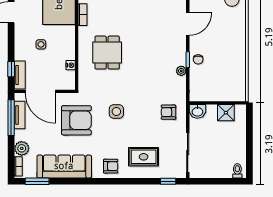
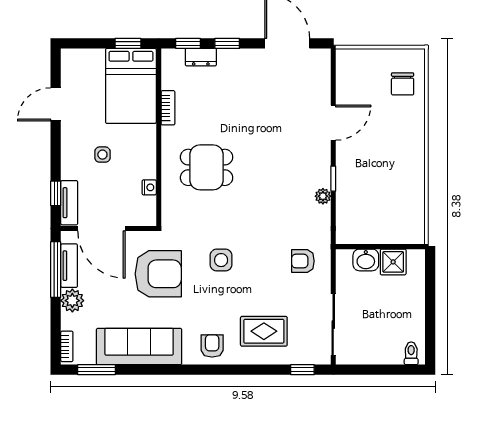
dining table: (107, 53) -> (207, 167), turned 90
chair: (198, 59) -> (350, 178), removed
washbasin: (197, 111) -> (366, 260), moved
plant: (22, 148) -> (72, 301), moved
armchair: (111, 166) -> (212, 346), turned -90

